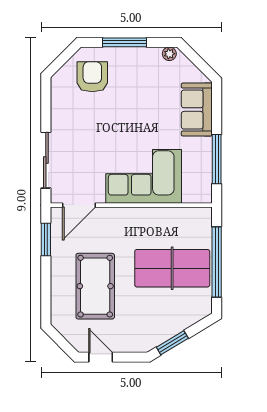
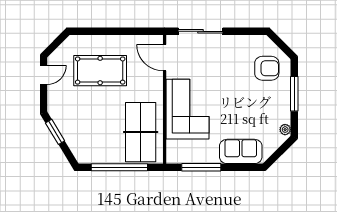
window: (46, 239) -> (137, 31), removed
table tennis table: (172, 268) -> (141, 132), moved

